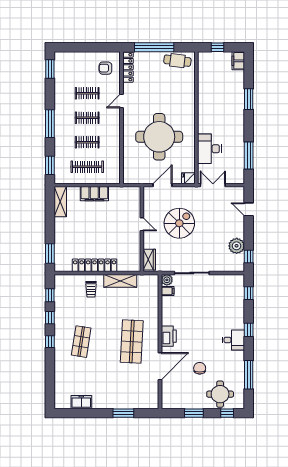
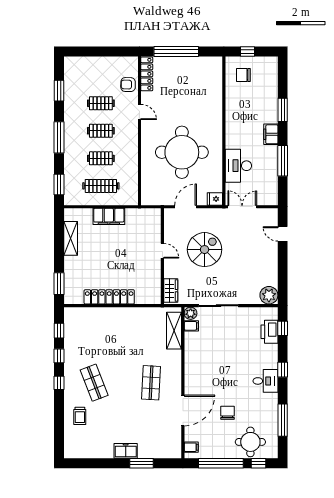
cafe table: (177, 61) -> (202, 67), removed
filing cabinet: (238, 61) -> (271, 134), moved
armchair: (105, 68) -> (128, 85), moved
chair: (214, 68) -> (243, 75), added
window: (50, 69) -> (59, 91), moved
door: (121, 101) -> (139, 112), swing flipped
window: (249, 156) -> (283, 161), moved
shelving: (60, 202) -> (71, 238), moved
plant: (237, 246) -> (269, 295), moved
window: (249, 257) -> (283, 287), removed
shelving: (120, 281) -> (174, 331), moved, turned 90
trolley: (91, 289) -> (80, 416), moved
printer: (169, 336) -> (270, 332), moved, turned 180
shop shelf: (81, 342) -> (94, 383), turned -30
shop shelf: (132, 342) -> (151, 383), width x0.70, depth x0.74
filing cabinet: (167, 399) -> (191, 447), added
freezer: (81, 402) -> (126, 451), moved
window: (194, 413) -> (221, 463), width x2.11

